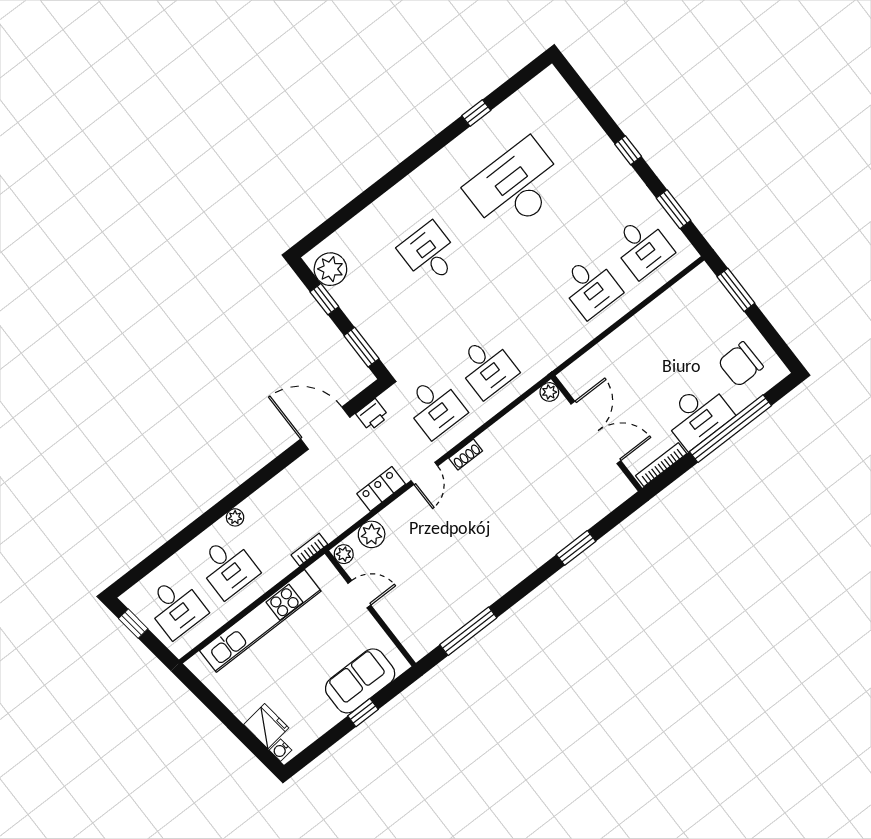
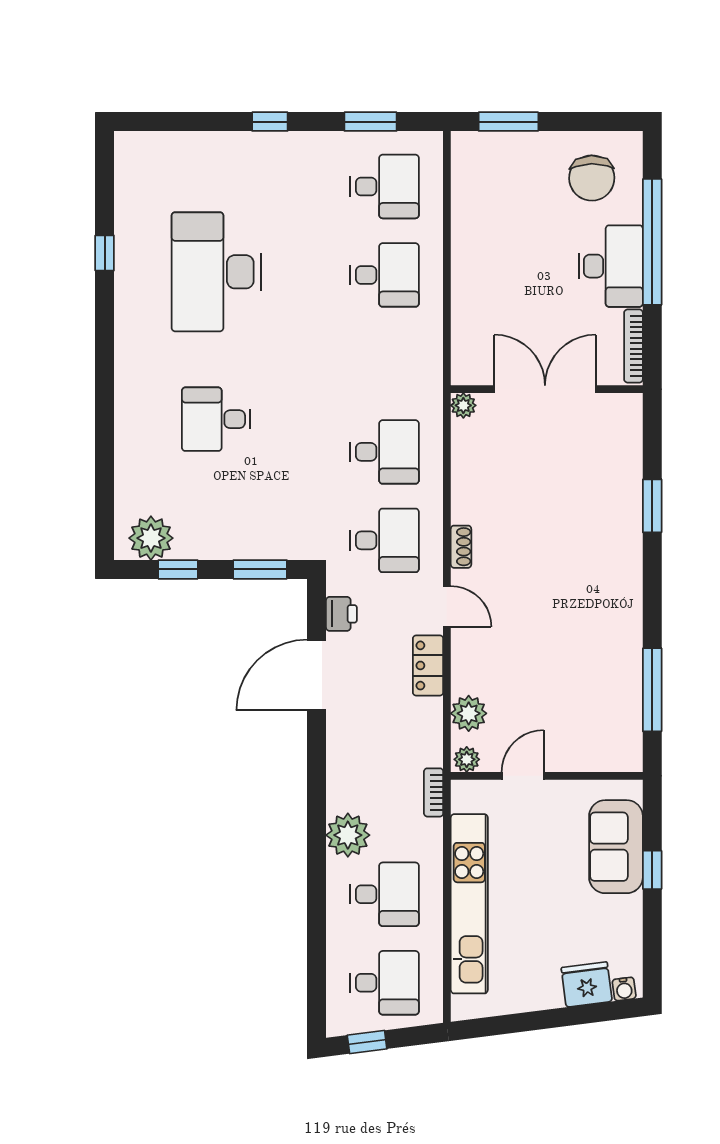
plant: (235, 517) -> (348, 835), width x1.88, depth x1.88

